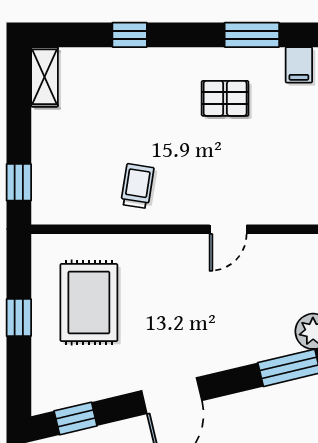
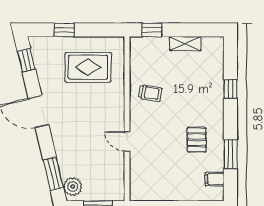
shelving: (44, 77) -> (185, 44), moved
window: (19, 318) -> (64, 30), moved

